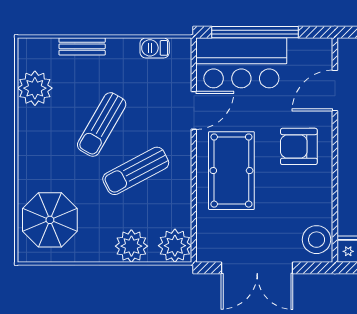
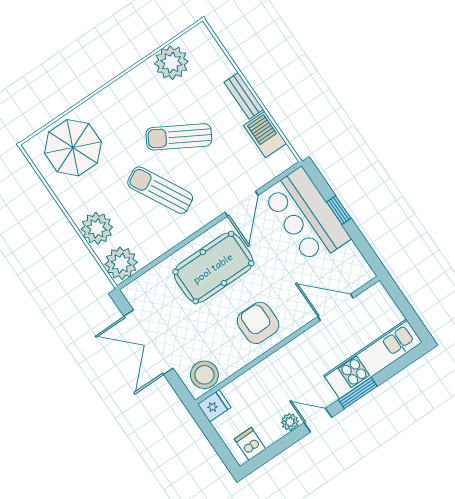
window: (255, 32) -> (339, 210), width x0.32
bench: (82, 46) -> (244, 96), moved
barbecue: (155, 48) -> (265, 134), width x1.38, depth x1.27
door: (194, 110) -> (241, 204), hinge flipped
armchair: (299, 146) -> (258, 323), moved

